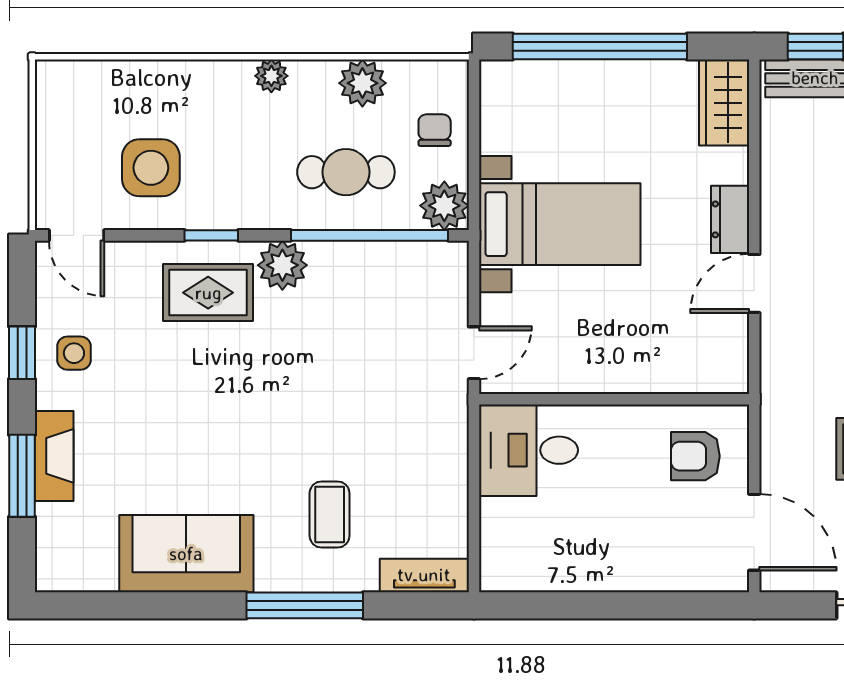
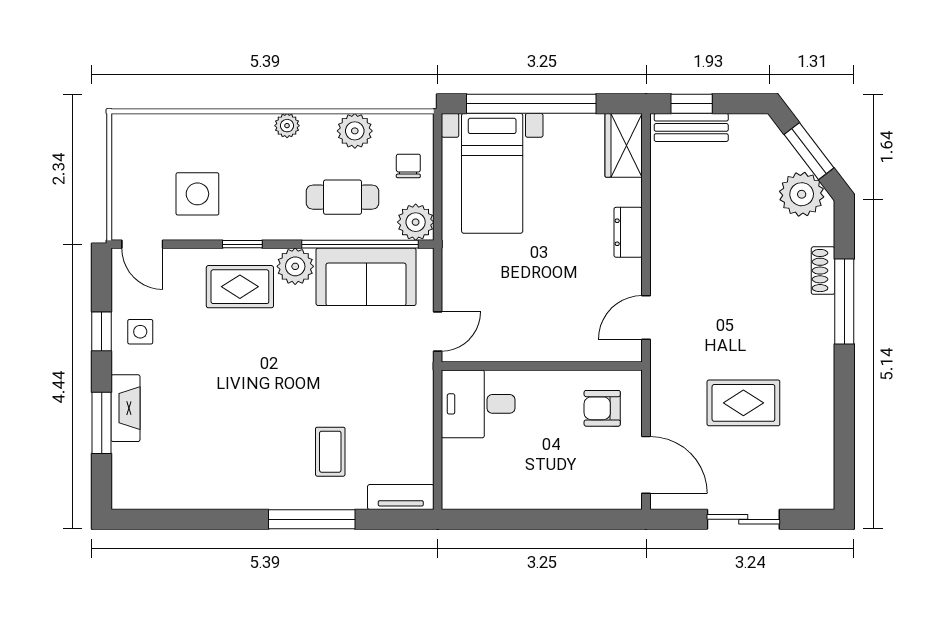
bed with nightstands: (560, 224) -> (492, 173), moved, turned 90
door: (754, 283) -> (646, 318), moved
sofa: (186, 554) -> (366, 277), moved, turned 180

